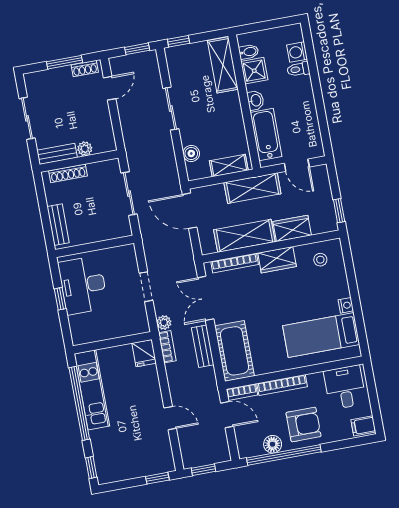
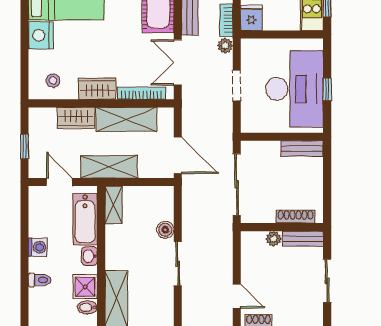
washing machine: (297, 52) -> (38, 247), moved
door: (110, 88) -> (237, 296), swing flipped
boiler: (191, 153) -> (165, 230), moved
shelving: (229, 166) -> (114, 205), moved, turned 90
sliding door: (129, 194) -> (237, 184), width x1.37
window: (339, 211) -> (25, 146), moved
bench: (58, 225) -> (302, 149), moved, turned 90
desk: (83, 285) -> (294, 89), width x1.36, depth x1.30
double door: (206, 298) -> (178, 62), swing flipped
nightstand: (346, 305) -> (41, 35), width x1.89, depth x1.79

